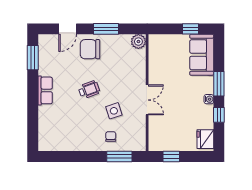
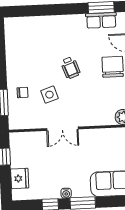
row of seats: (45, 90) -> (101, 20), moved
fridge: (205, 139) -> (20, 178), moved, turned 90

